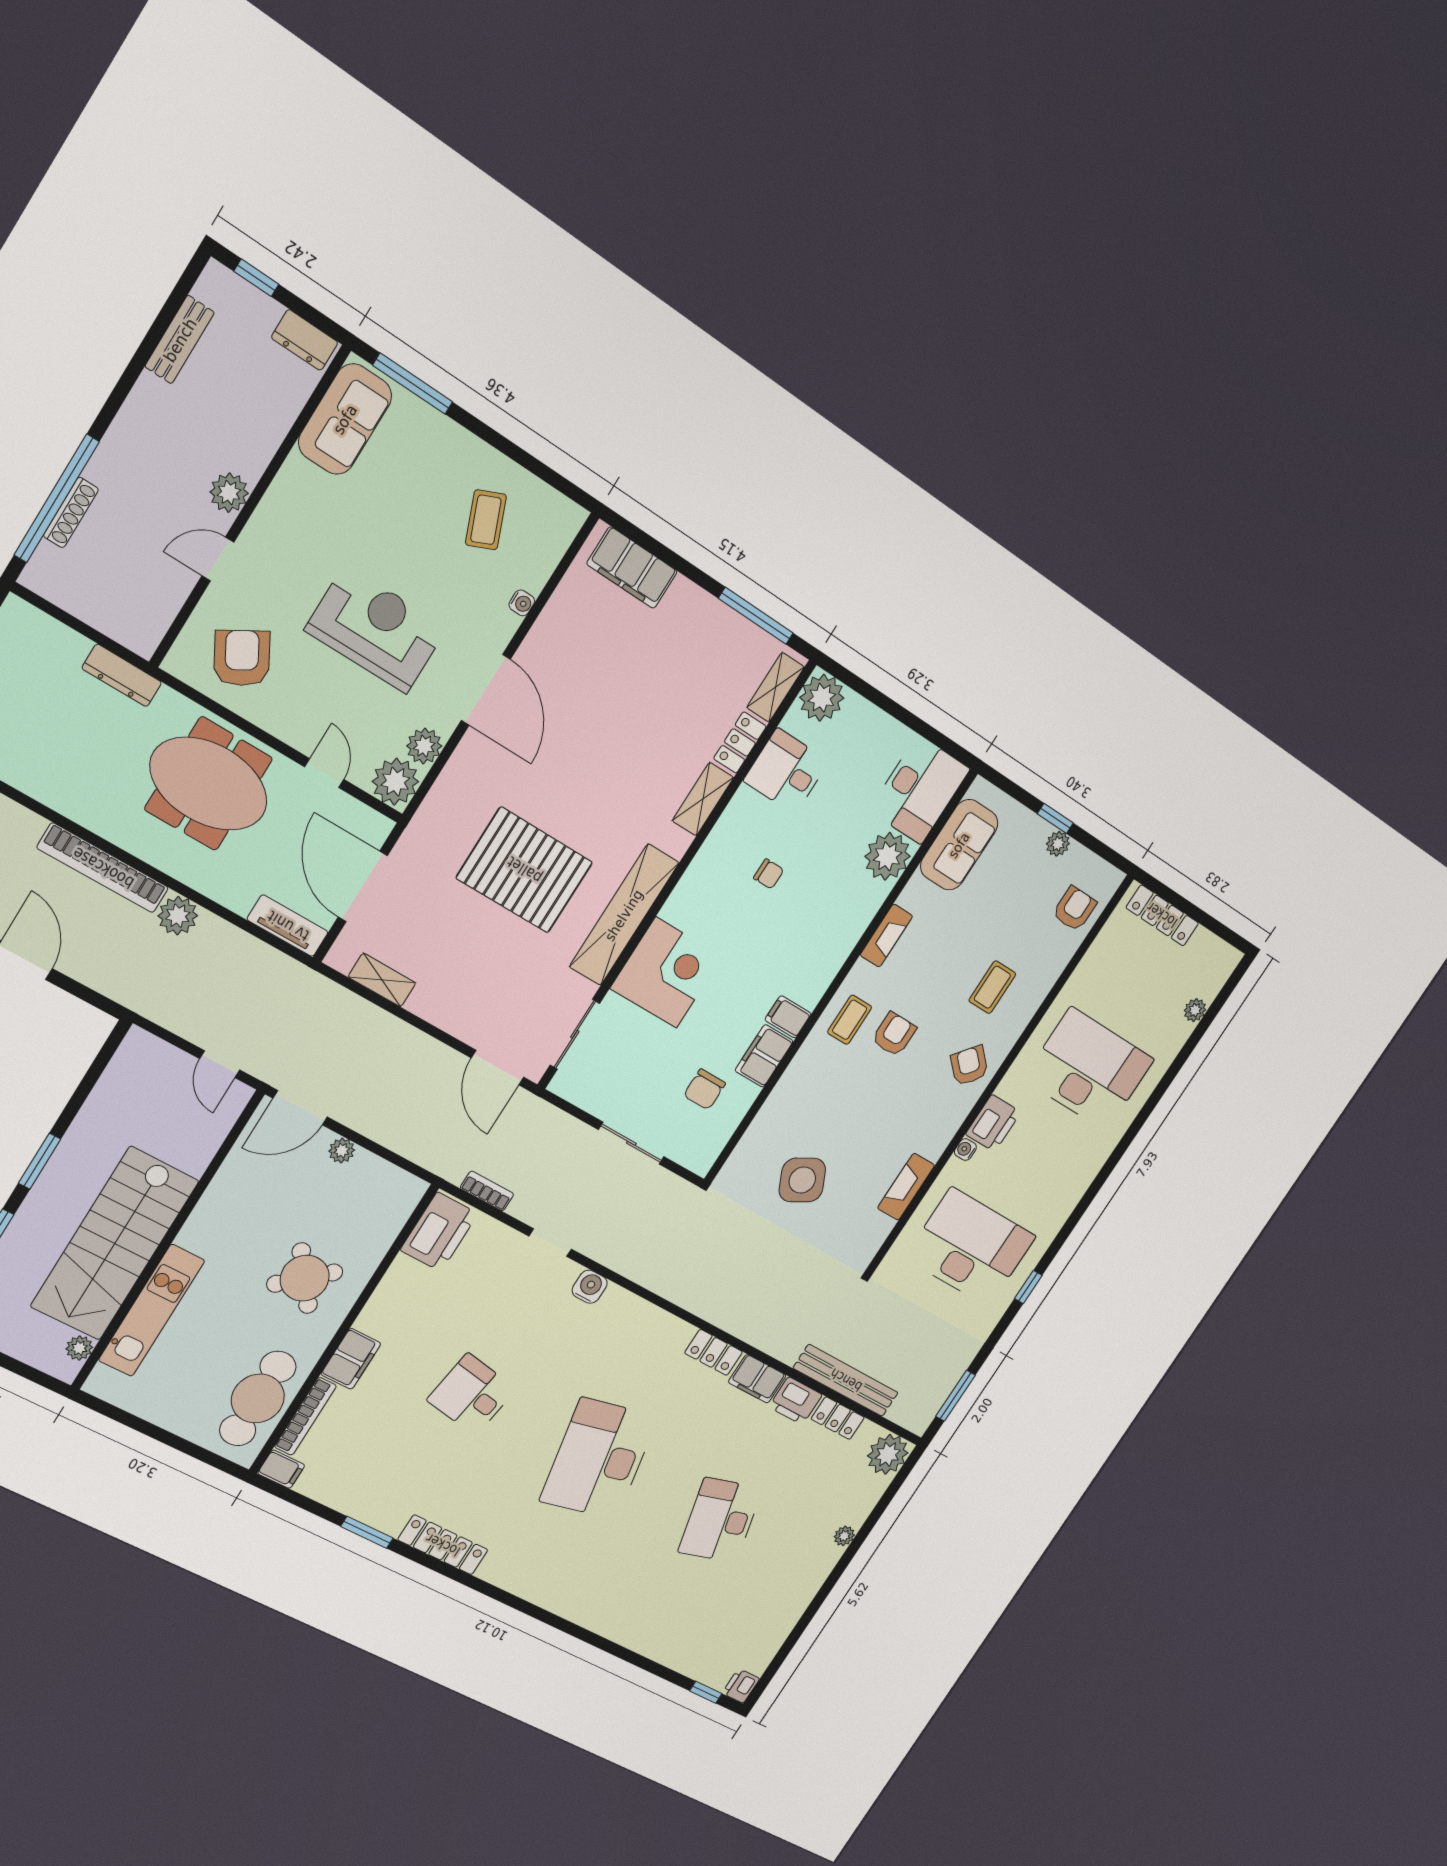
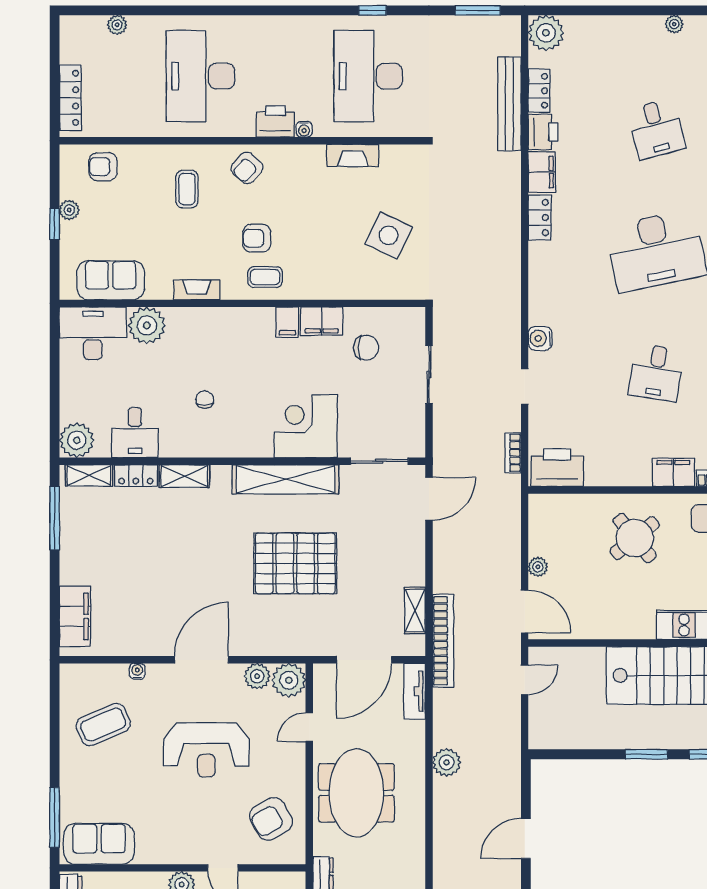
coffee table: (486, 520) -> (103, 725), width x1.36, depth x1.30
reception desk: (376, 629) -> (206, 750), turned -90
bookcase: (103, 868) -> (443, 641), moved
pallet: (524, 870) -> (295, 563), turned 90
coffee table: (992, 987) -> (187, 189), turned 90
side table: (802, 1180) -> (389, 235), turned -37
desk: (720, 1520) -> (656, 129), width x0.73
plant: (844, 1536) -> (674, 24), moved

